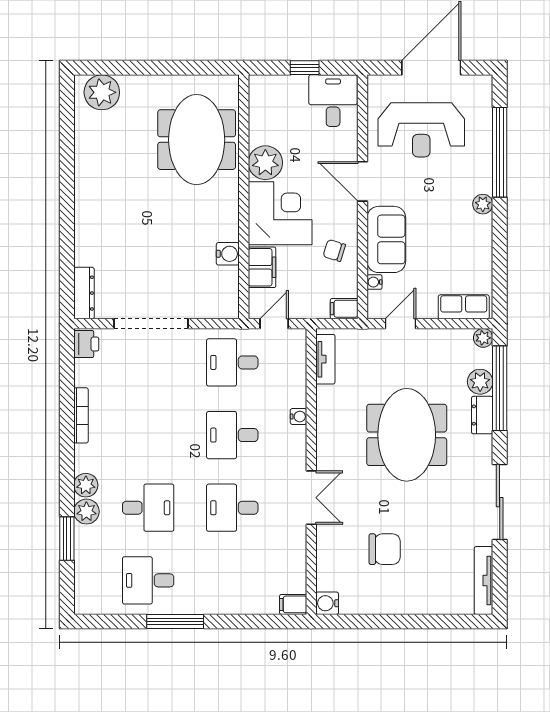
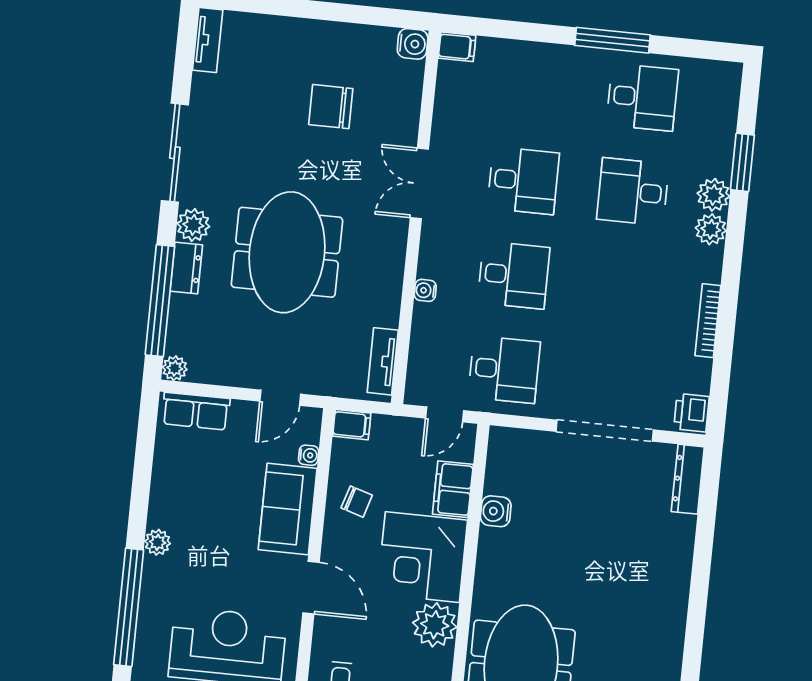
plant: (480, 382) -> (193, 225), moved
tv unit: (484, 581) -> (208, 40), width x0.71

